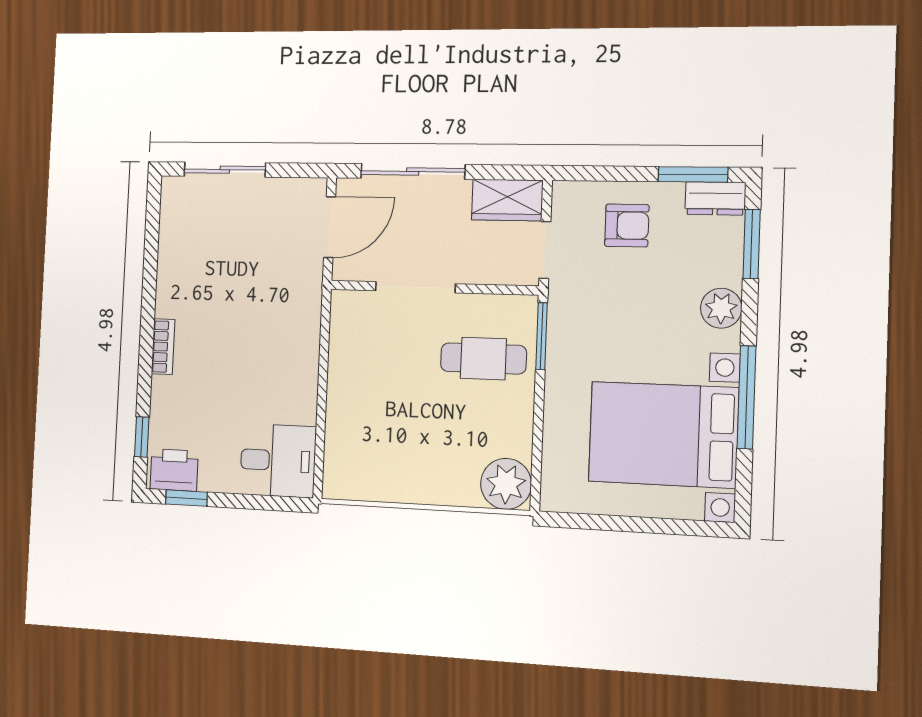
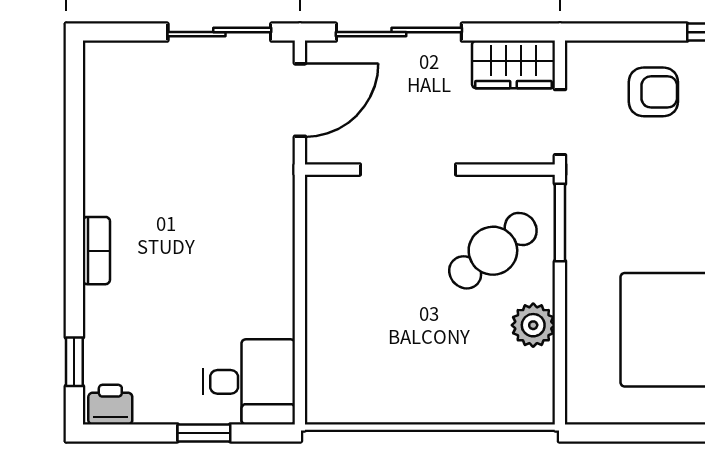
sliding door: (225, 170) -> (219, 32), moved
cafe table: (483, 358) -> (493, 251), turned -38
printer: (174, 470) -> (110, 405), width x0.73, depth x0.81
plant: (506, 484) -> (533, 325), moved, width x0.73, depth x0.73
window: (186, 498) -> (204, 433), moved

